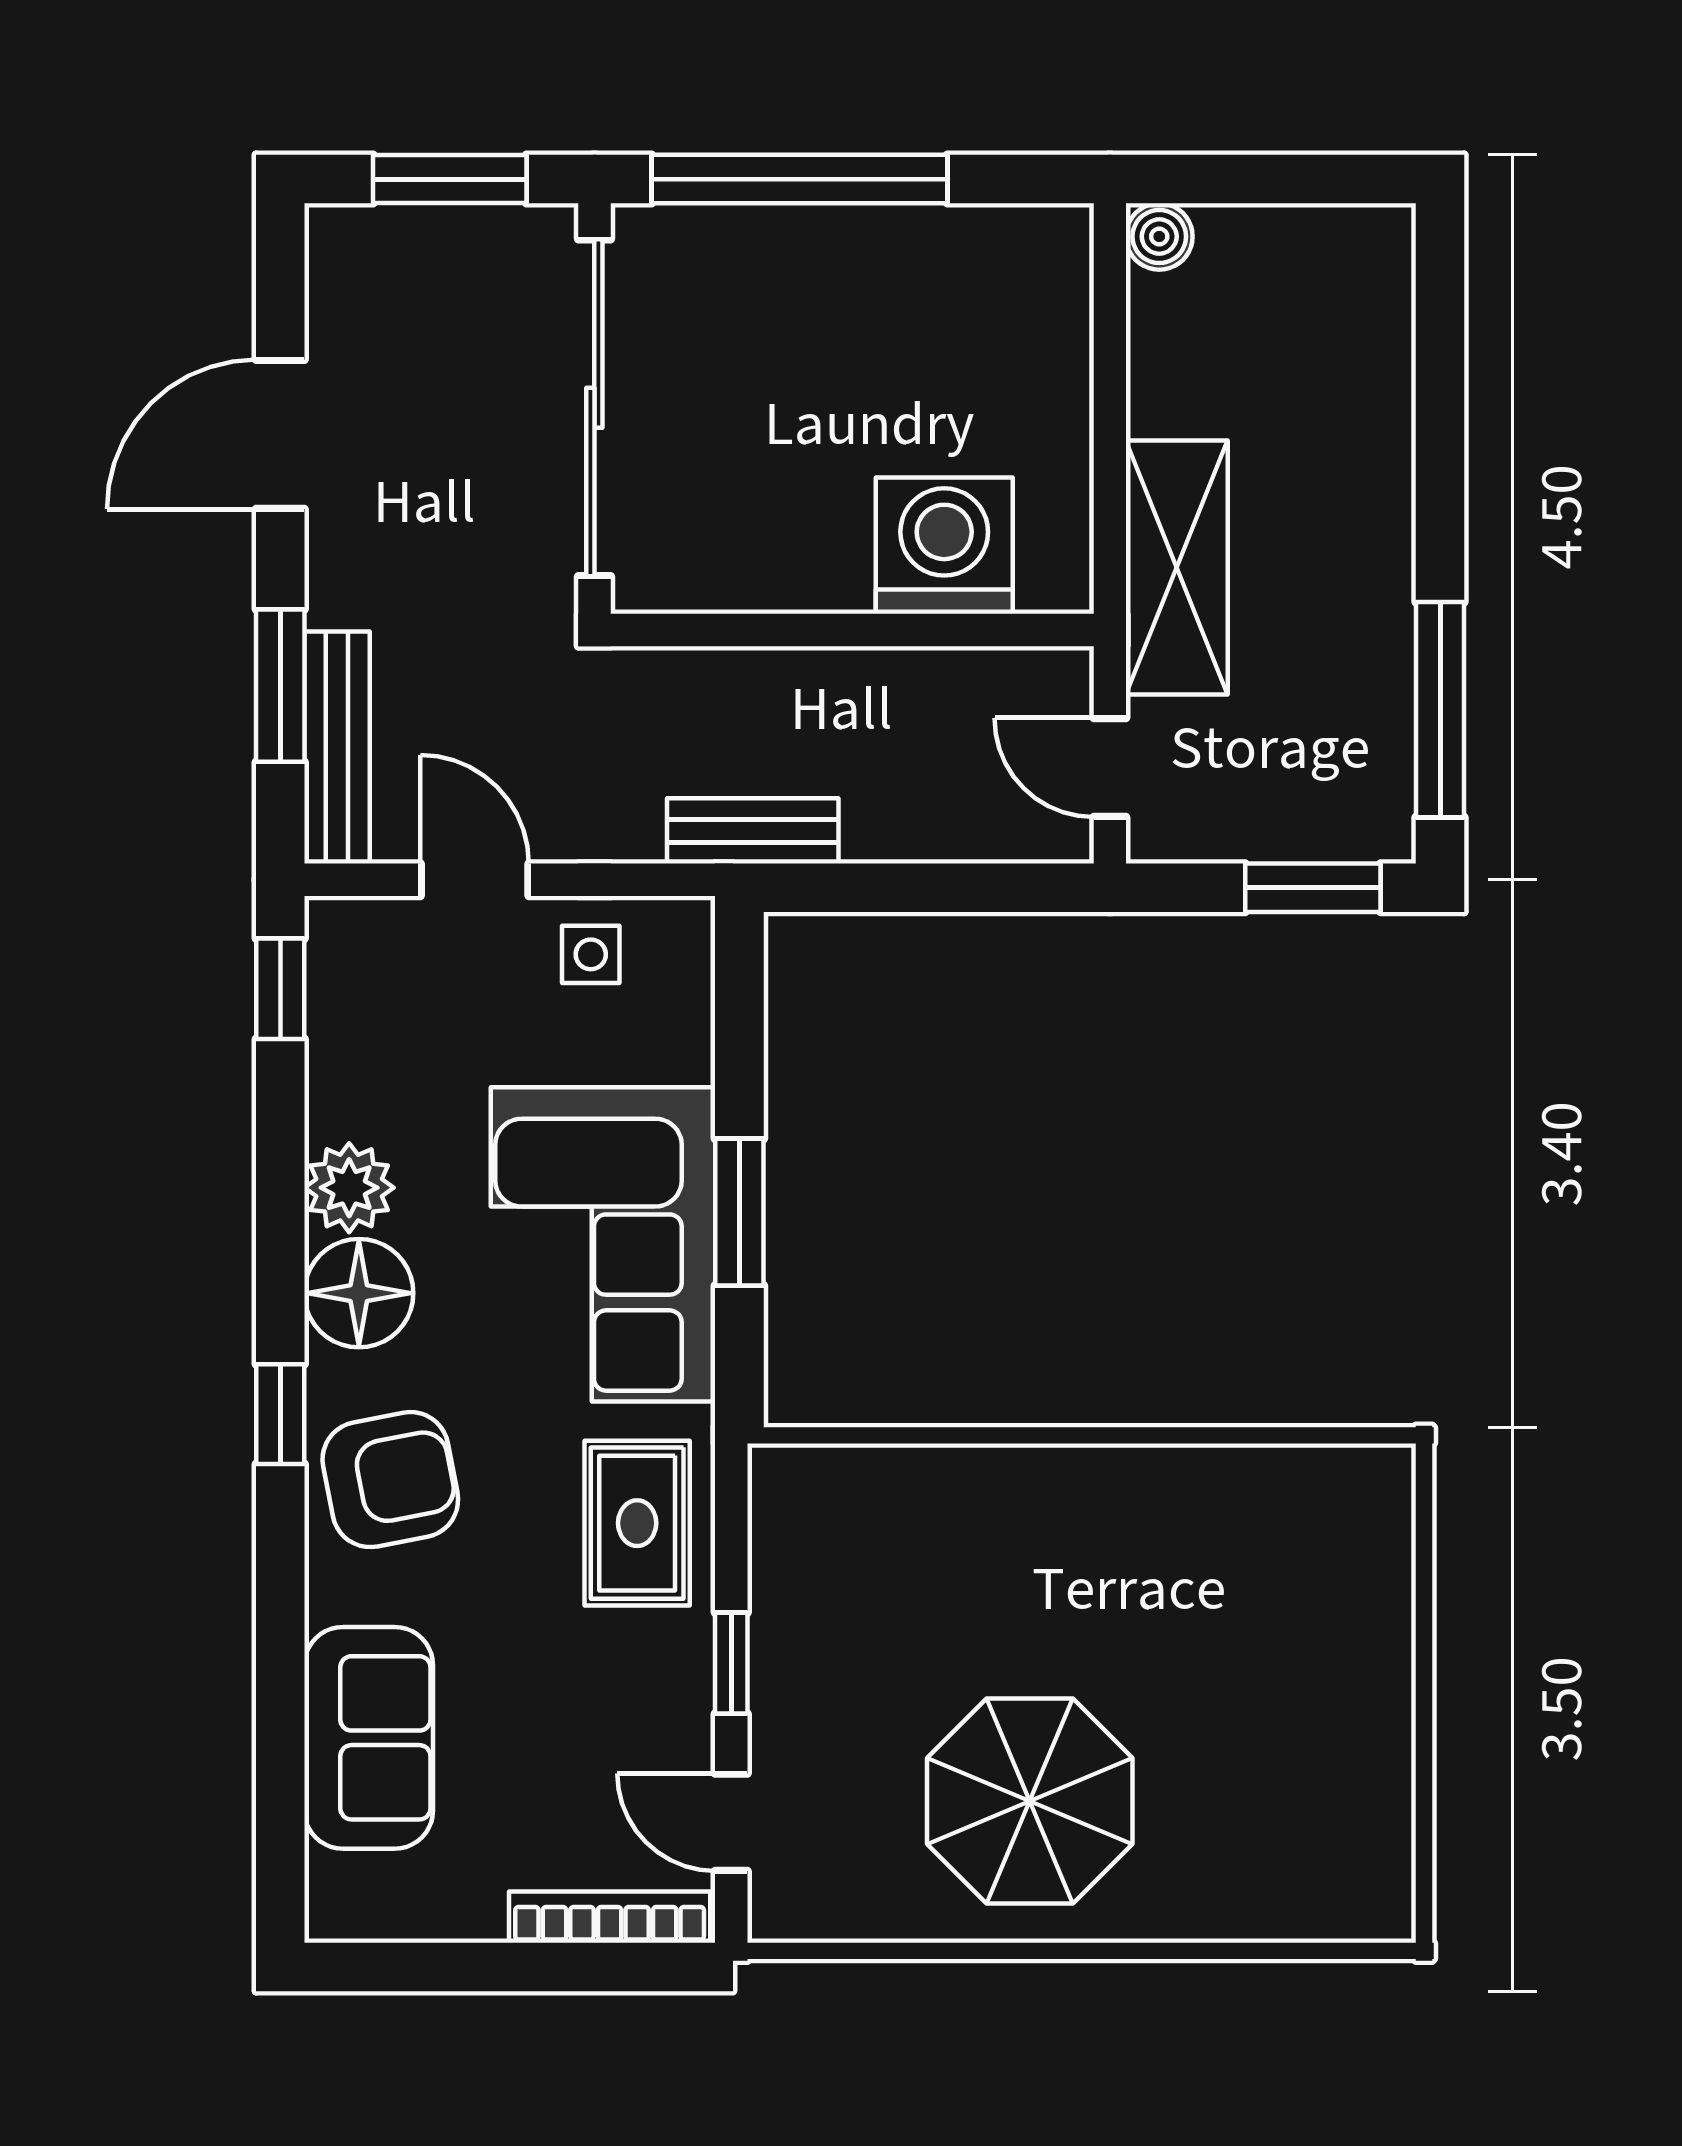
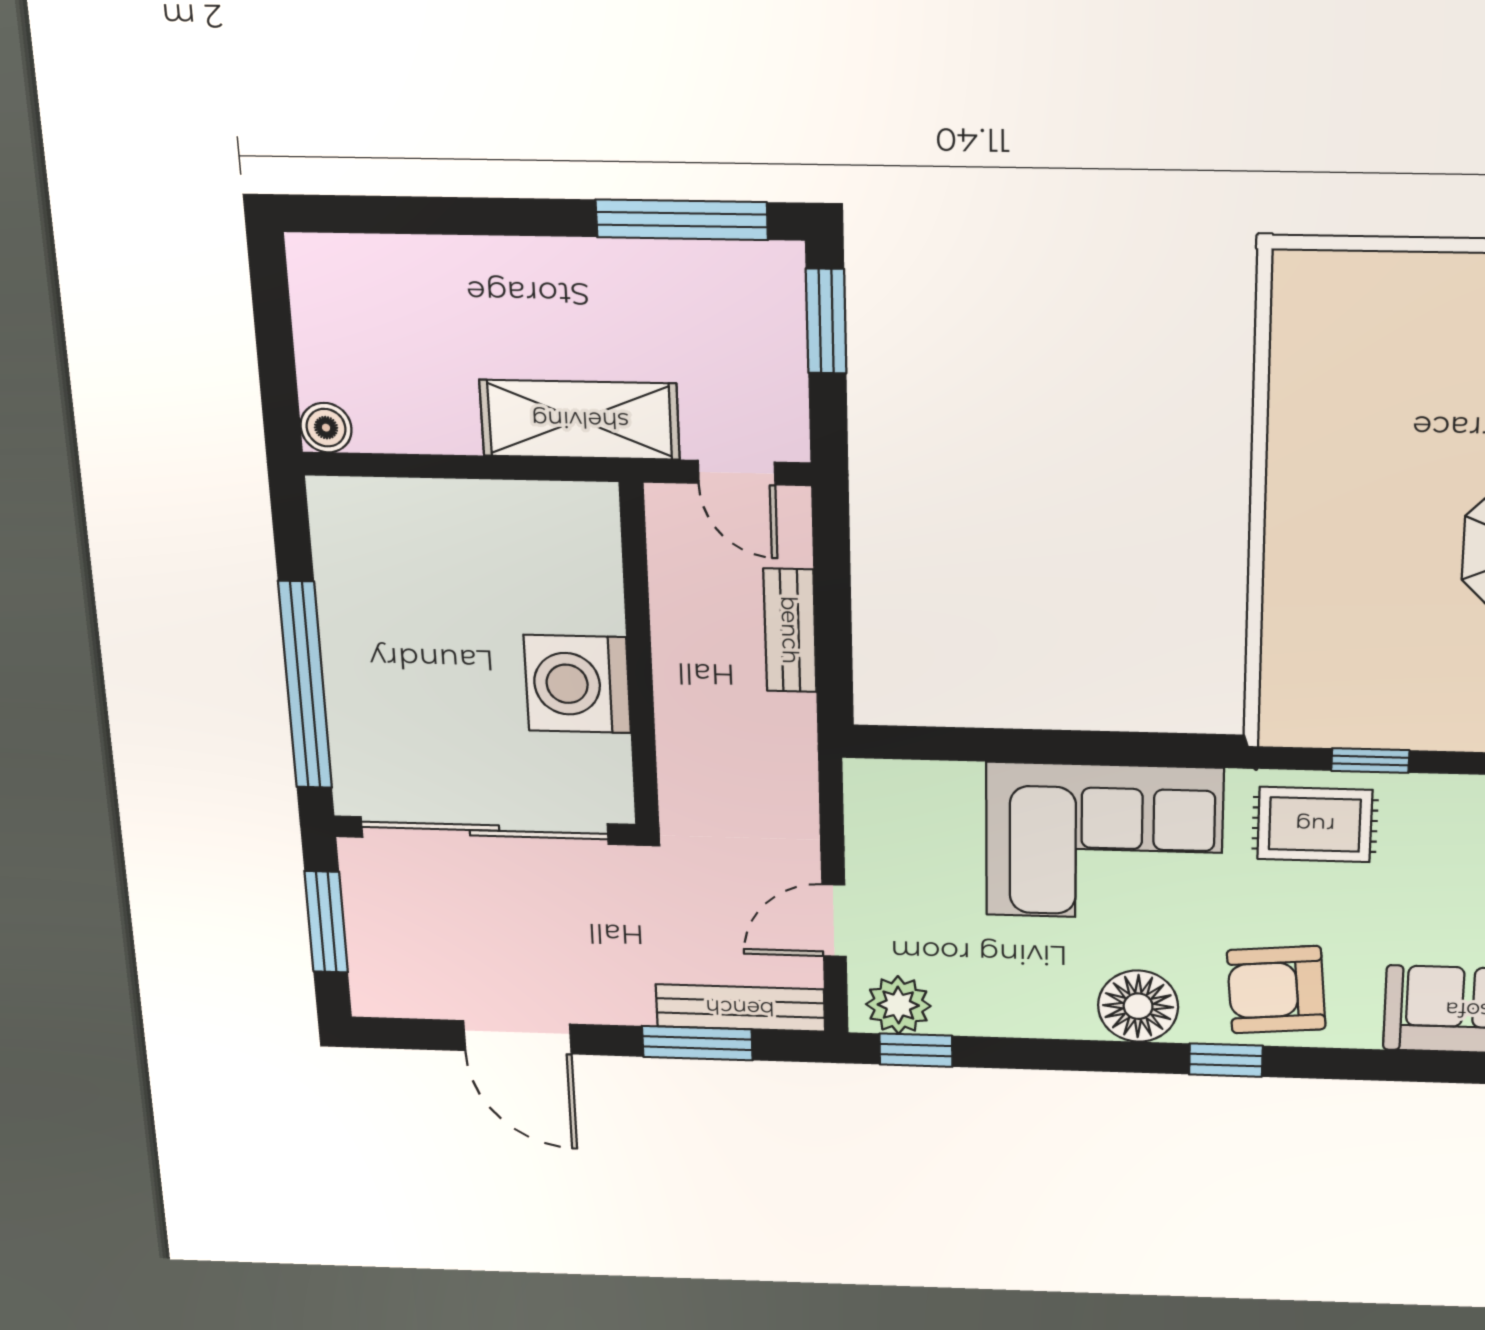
washing machine: (944, 546) -> (577, 684), moved
door: (1110, 768) -> (737, 473), hinge flipped
bench: (753, 831) -> (790, 630), moved
side table: (591, 954) -> (888, 844), removed
plant: (349, 1188) -> (898, 1005), moved
window: (739, 1212) -> (1081, 747), removed
armchair: (390, 1480) -> (1276, 990), turned -84
window: (731, 1663) -> (1370, 761), moved

